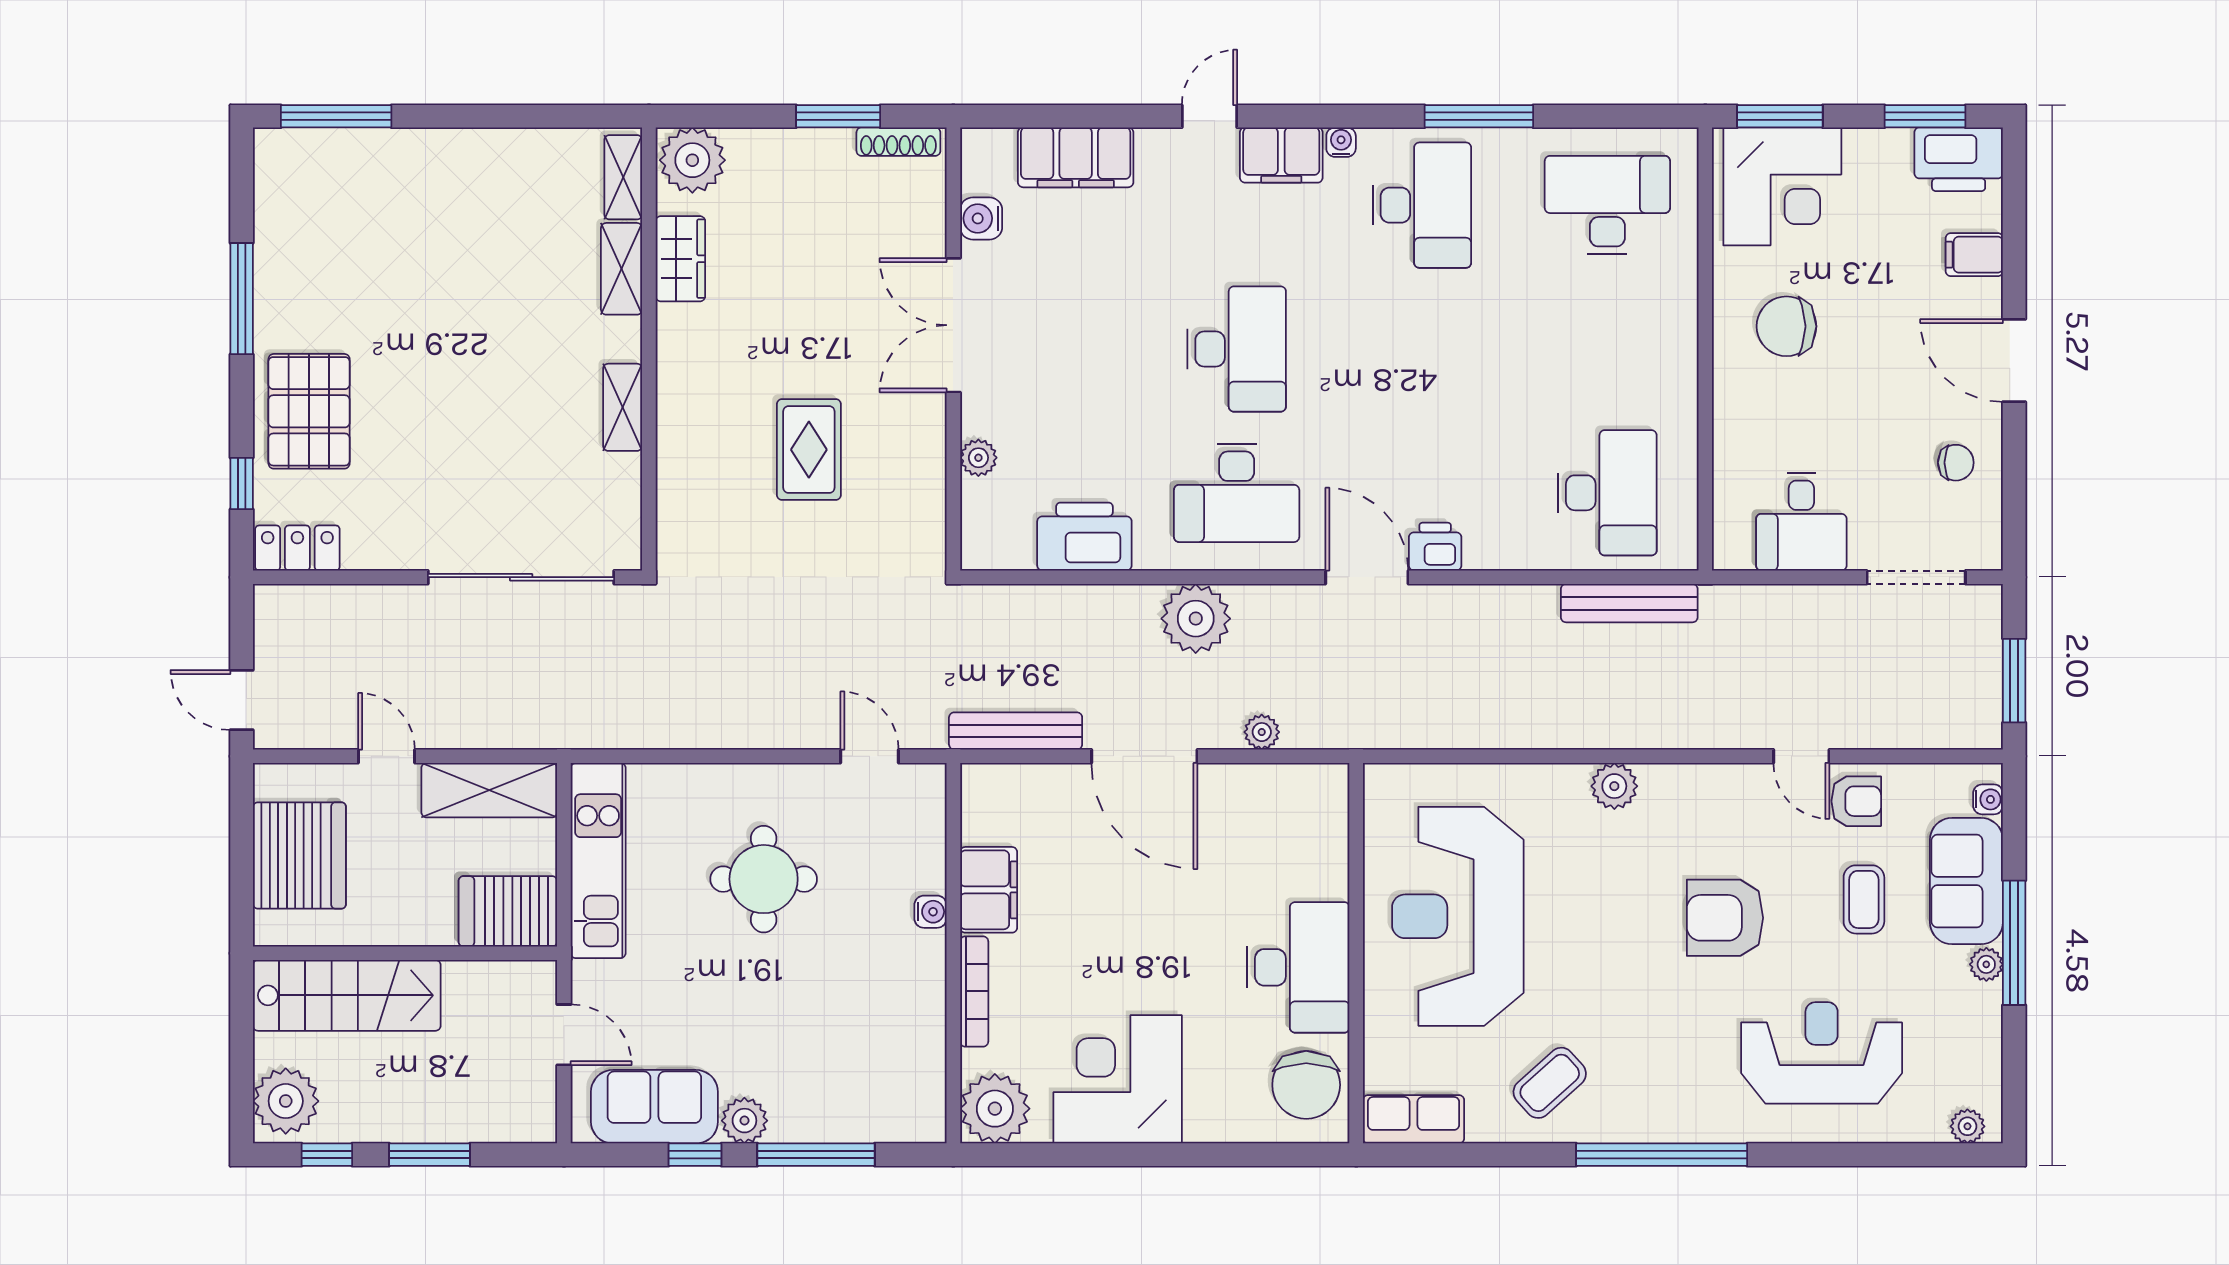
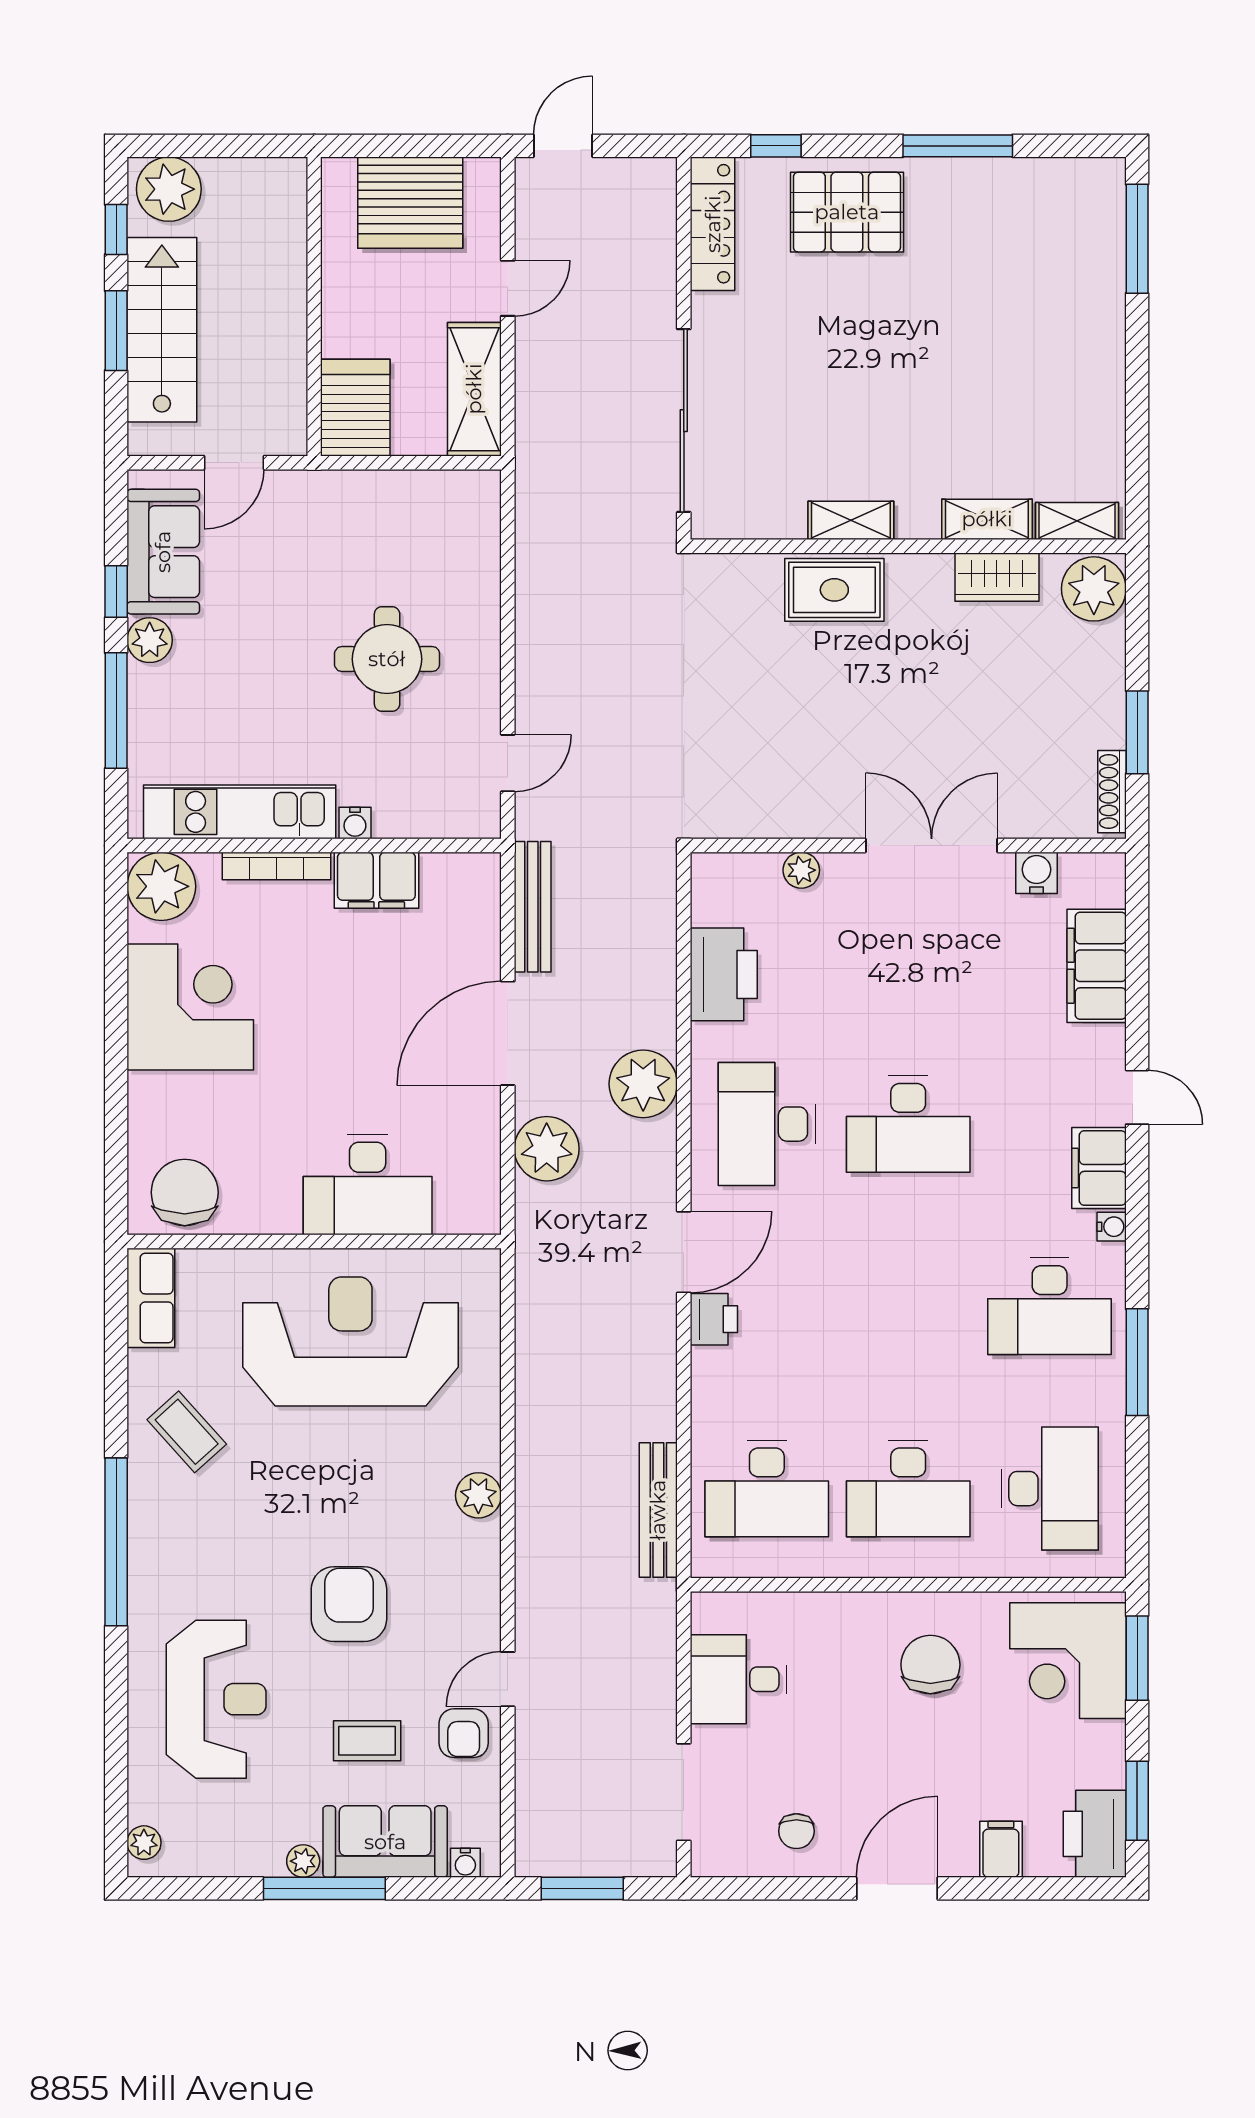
desk: (1607, 349) -> (908, 1489), added
rug: (809, 450) -> (834, 590), moved
locker: (297, 548) -> (713, 224), width x1.53
plant: (1262, 732) -> (547, 1149), width x1.87, depth x1.87
kitchen unit: (598, 861) -> (240, 812), moved, turned 180
desk: (1298, 967) -> (368, 1184), moved
stairs: (347, 995) -> (162, 330), moved, turned 180
chair: (1306, 1085) -> (185, 1192), turned 90

